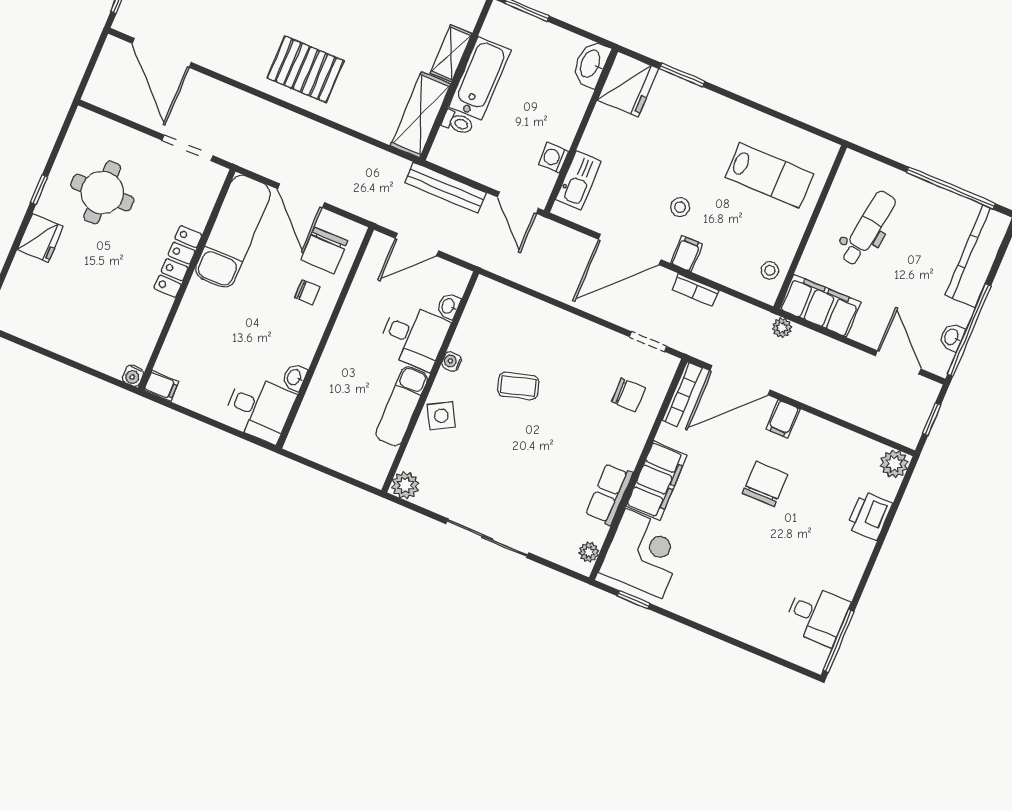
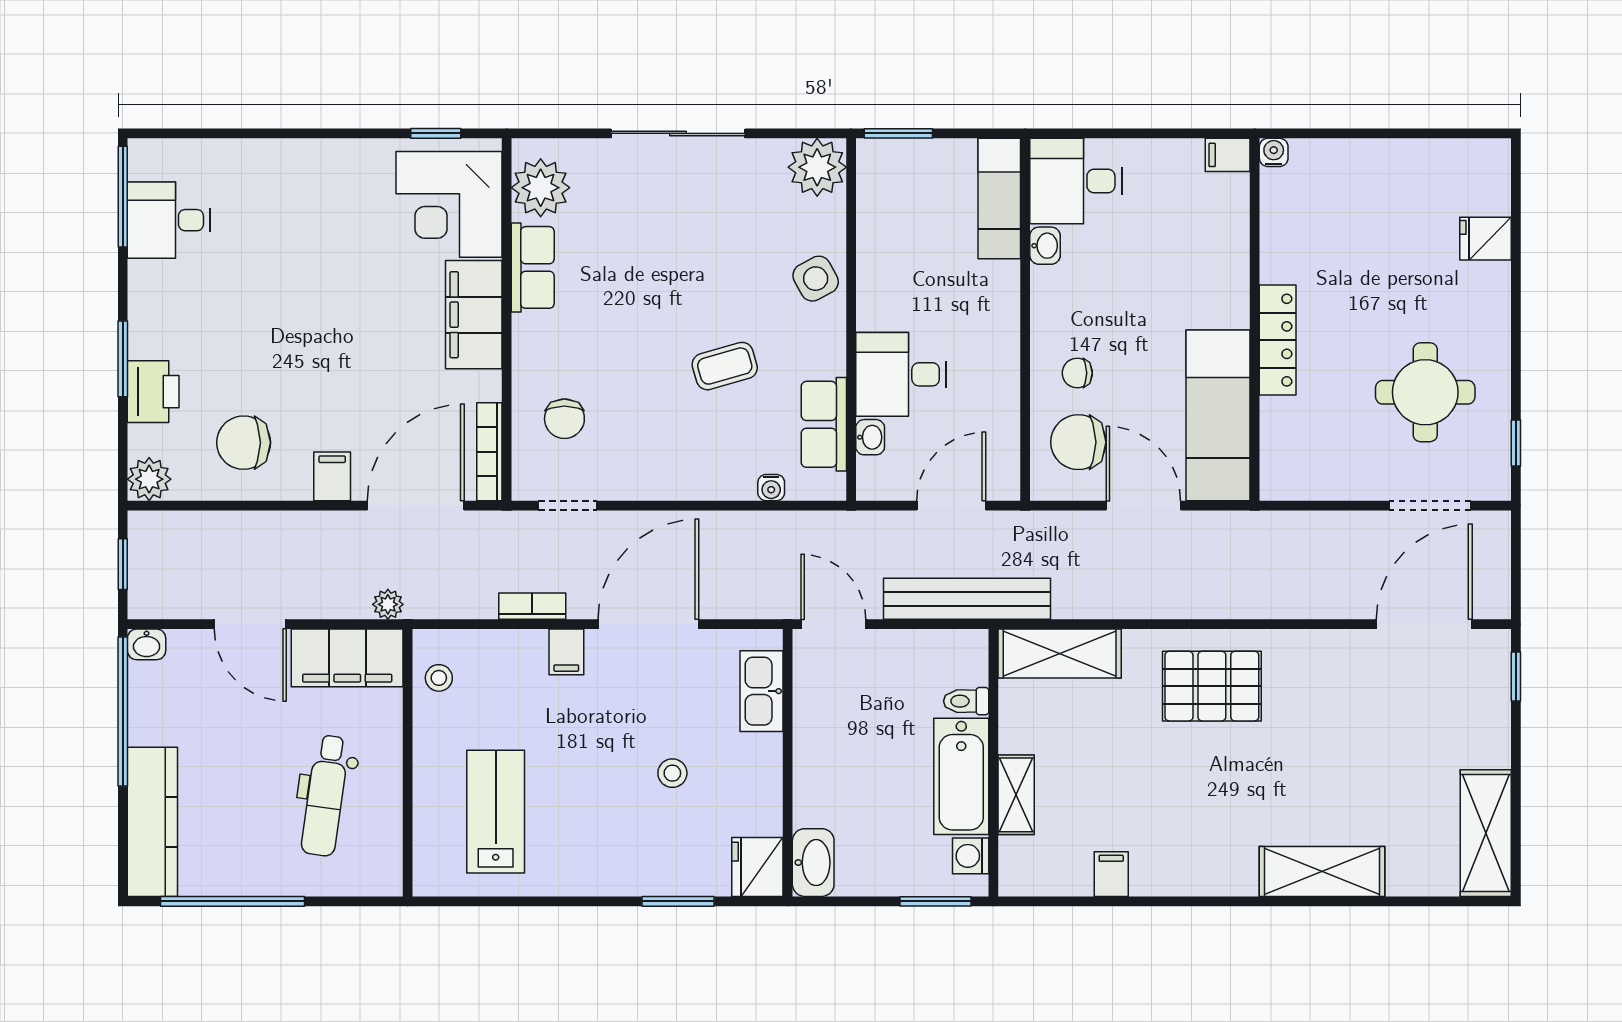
door: (162, 53) -> (1424, 624), hinge flipped
fridge: (628, 84) -> (757, 867), width x0.73, depth x0.75
shelving: (421, 115) -> (1060, 654), moved, turned 90
doorway: (188, 148) -> (1430, 506), moved
washing machine: (553, 158) -> (971, 856), moved, turned 180
lab bench: (769, 175) -> (496, 812), turned 90
bench: (445, 188) -> (967, 599), width x1.37, depth x1.21
window: (39, 189) -> (1516, 443), moved
stool: (680, 207) -> (672, 773), moved
fridge: (40, 238) -> (1485, 239), moved, width x0.72
chair: (324, 250) -> (1078, 442), turned -90
row of seats: (473, 326) -> (824, 424), added
washbasin: (952, 337) -> (147, 644), moved, turned 90
water cooler: (452, 361) -> (771, 488), moved, turned 90
door: (898, 362) -> (250, 624), moved
chair: (628, 395) -> (564, 419), turned -90
exam couch: (402, 406) -> (999, 199), moved, turned 180
window: (354, 482) -> (898, 133), added
chair: (765, 484) -> (244, 443), moved, turned 90
plant: (405, 485) -> (817, 167), width x1.36, depth x1.36
window: (880, 543) -> (123, 359), added
plant: (589, 552) -> (541, 188), width x1.87, depth x1.87

